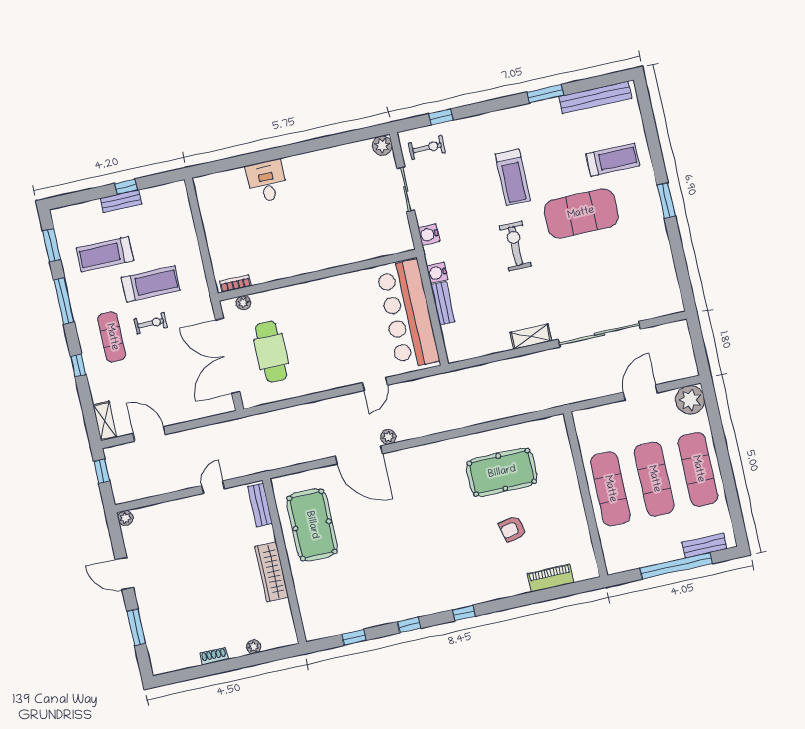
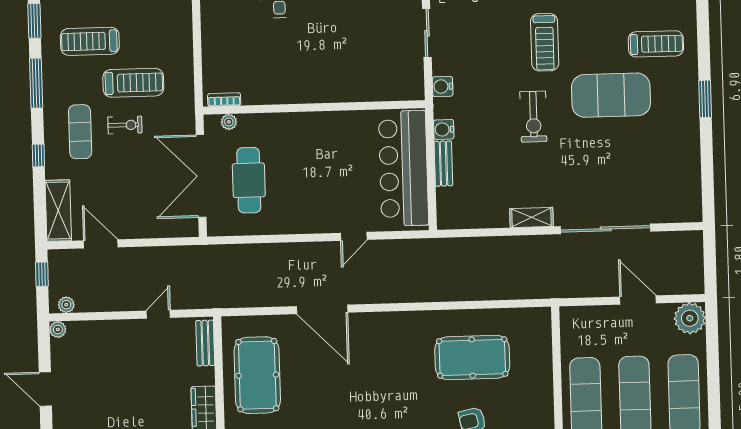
exercise bike: (515, 246) -> (533, 117), turned 180
door: (640, 392) -> (638, 300), hinge flipped
shelving: (105, 421) -> (58, 211), width x1.50, depth x1.33
plant: (388, 437) -> (66, 305), moved

